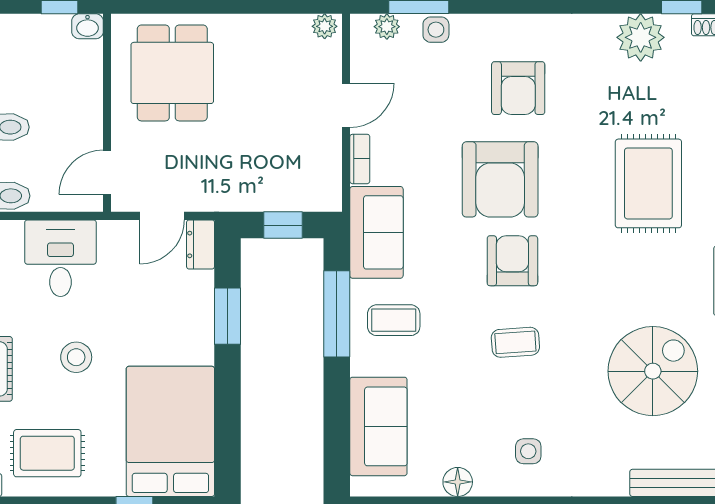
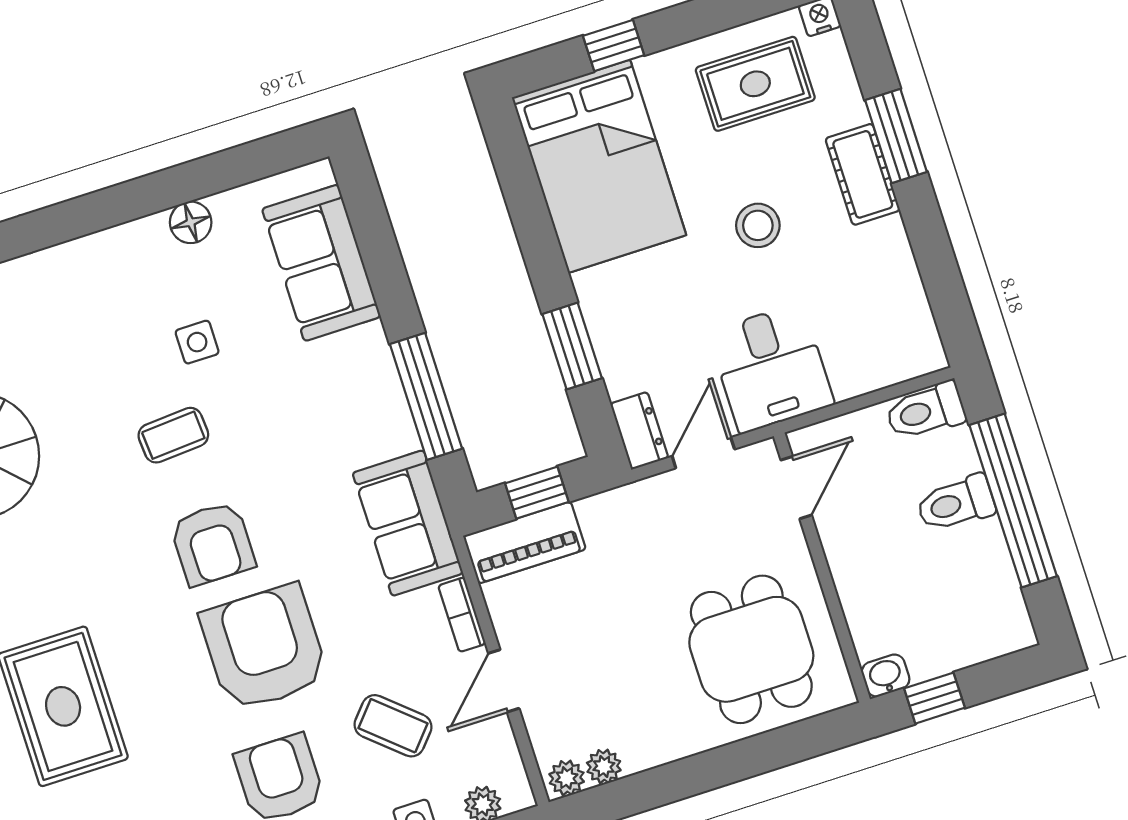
plant: (297, 26) -> (604, 767), added
piano: (302, 194) -> (525, 542), added
desk: (60, 258) -> (771, 368), moved
coffee table: (394, 320) -> (393, 726), moved, turned 41
side table: (528, 451) -> (197, 342), moved

